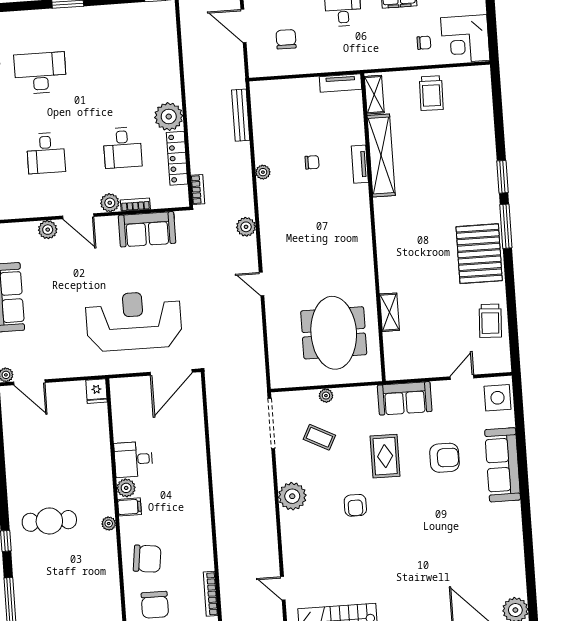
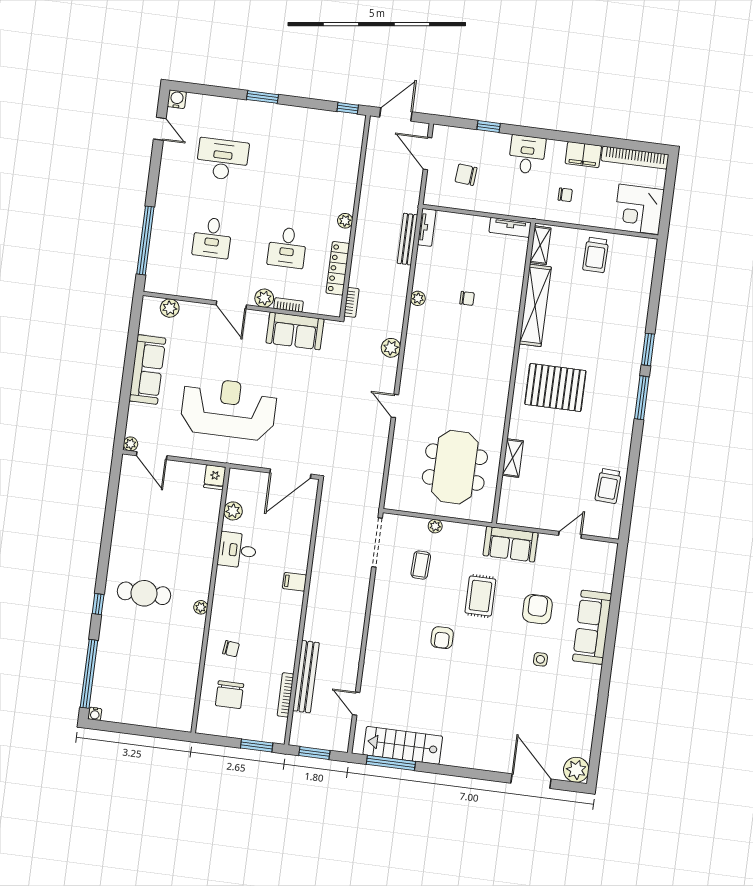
chair: (286, 39) -> (466, 175), turned -85
chair: (424, 43) -> (565, 195), moved
plant: (169, 117) -> (345, 221), width x0.53, depth x0.53
tv unit: (360, 164) -> (427, 227), moved, turned 180
plant: (48, 230) -> (170, 308), moved
pallet: (479, 254) -> (555, 387), moved, turned 90
reception desk: (134, 321) -> (229, 409), moved
side table: (498, 398) -> (540, 659), moved, width x0.54, depth x0.54
coffee table: (319, 437) -> (421, 565), turned 65
armchair: (444, 458) -> (537, 609), turned -90
plant: (126, 488) -> (233, 511), moved
plant: (292, 496) -> (383, 617), removed
filing cabinet: (129, 507) -> (295, 582), moved, turned 180
chair: (147, 559) -> (231, 649), width x0.54, depth x0.54
bench: (227, 571) -> (306, 677), added

